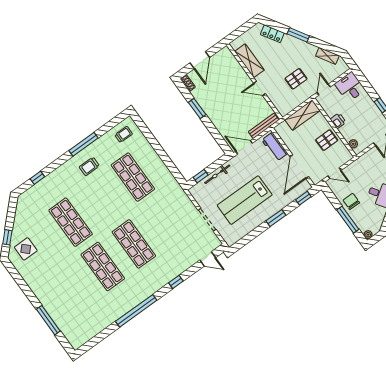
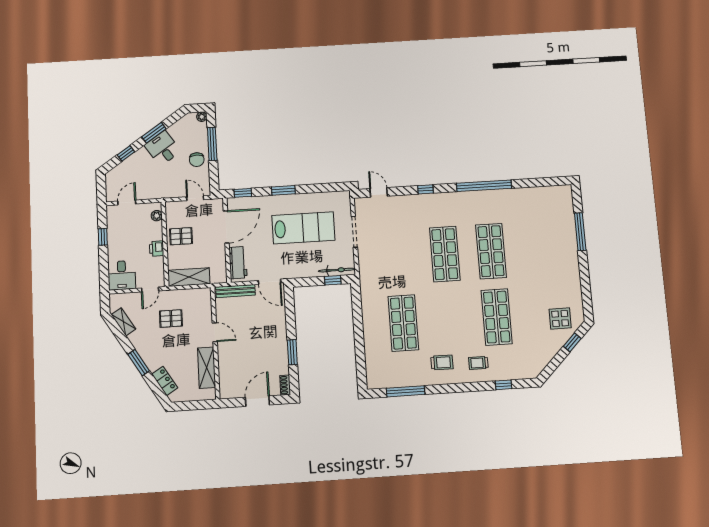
trolley: (124, 134) -> (478, 363), moved
window: (83, 144) -> (406, 391), moved
bicycle: (217, 174) -> (337, 270), moved

